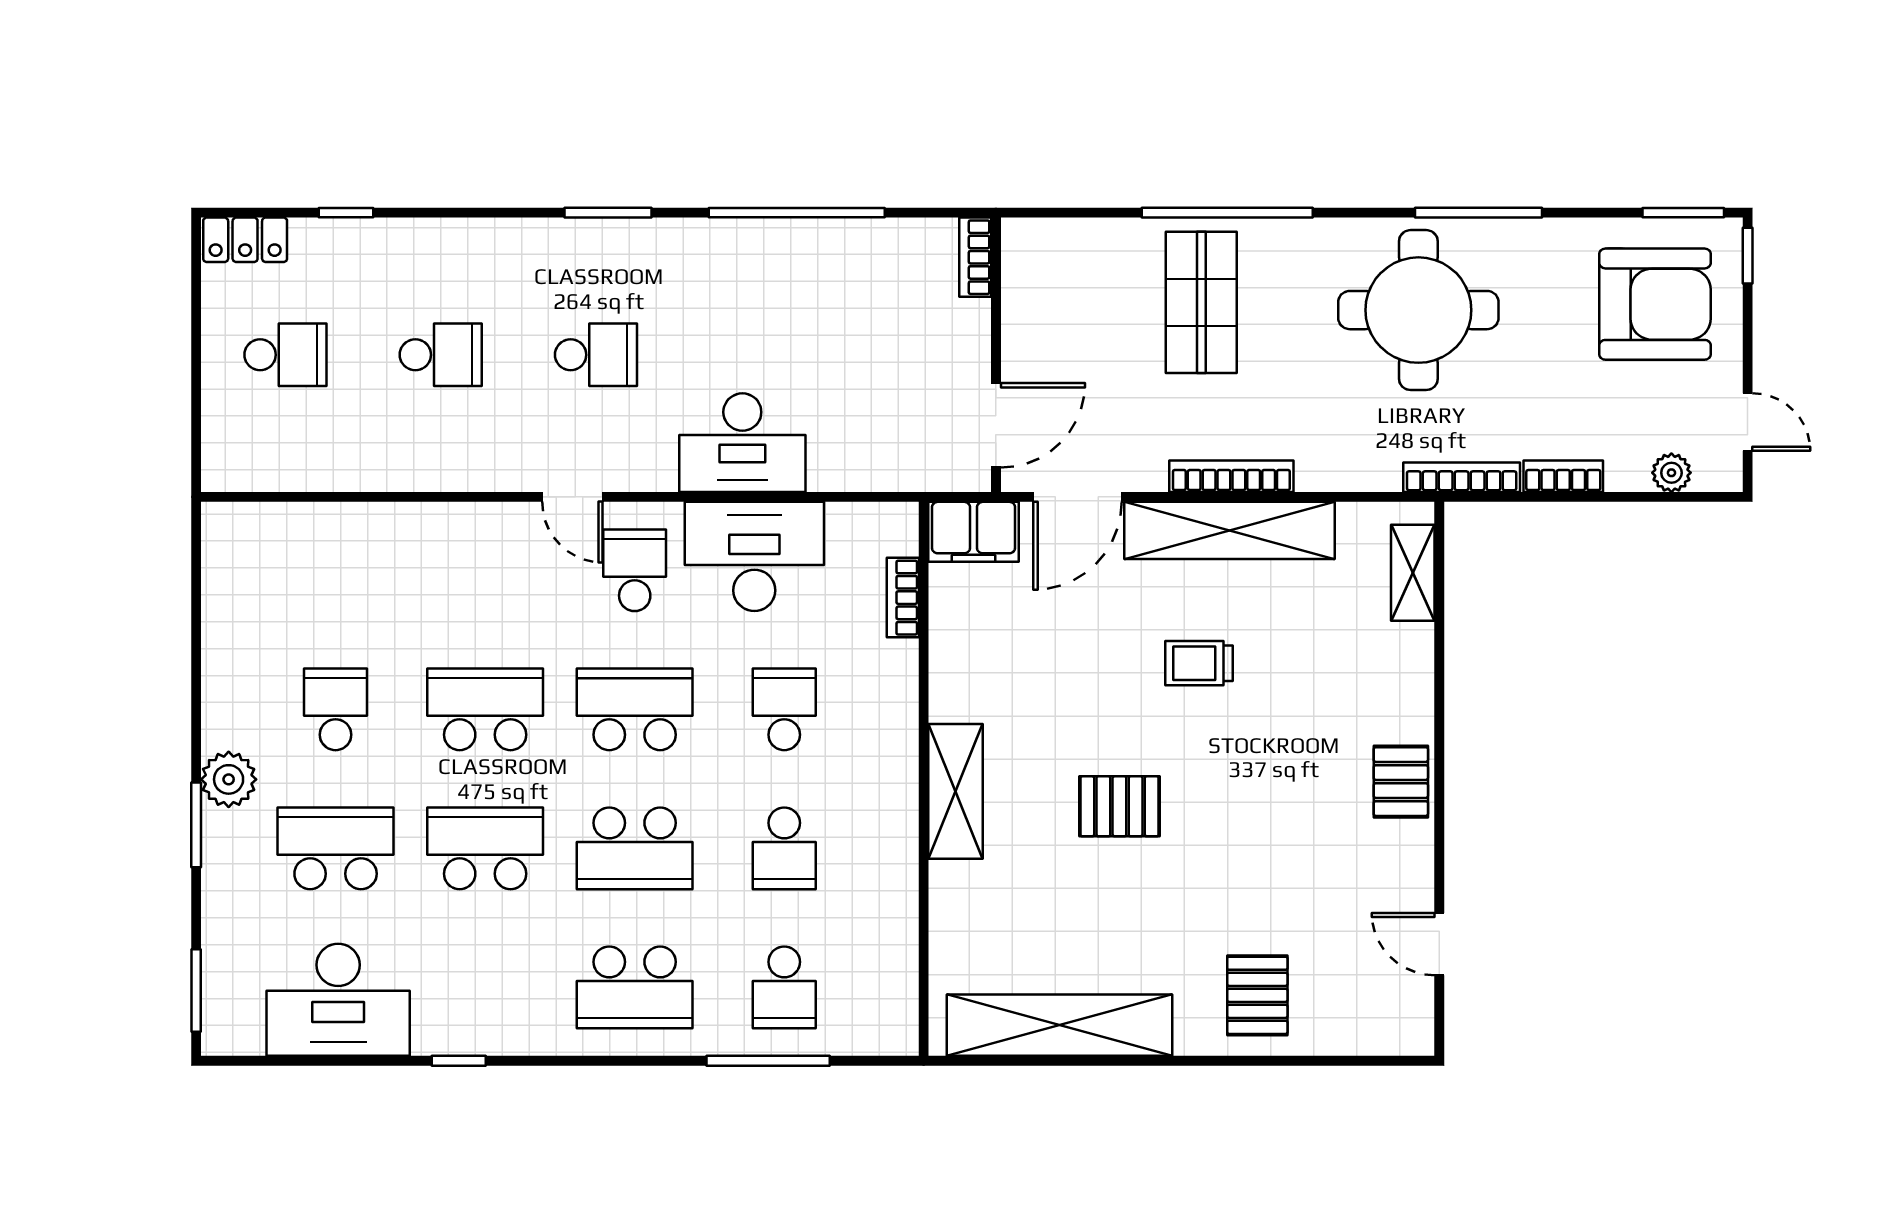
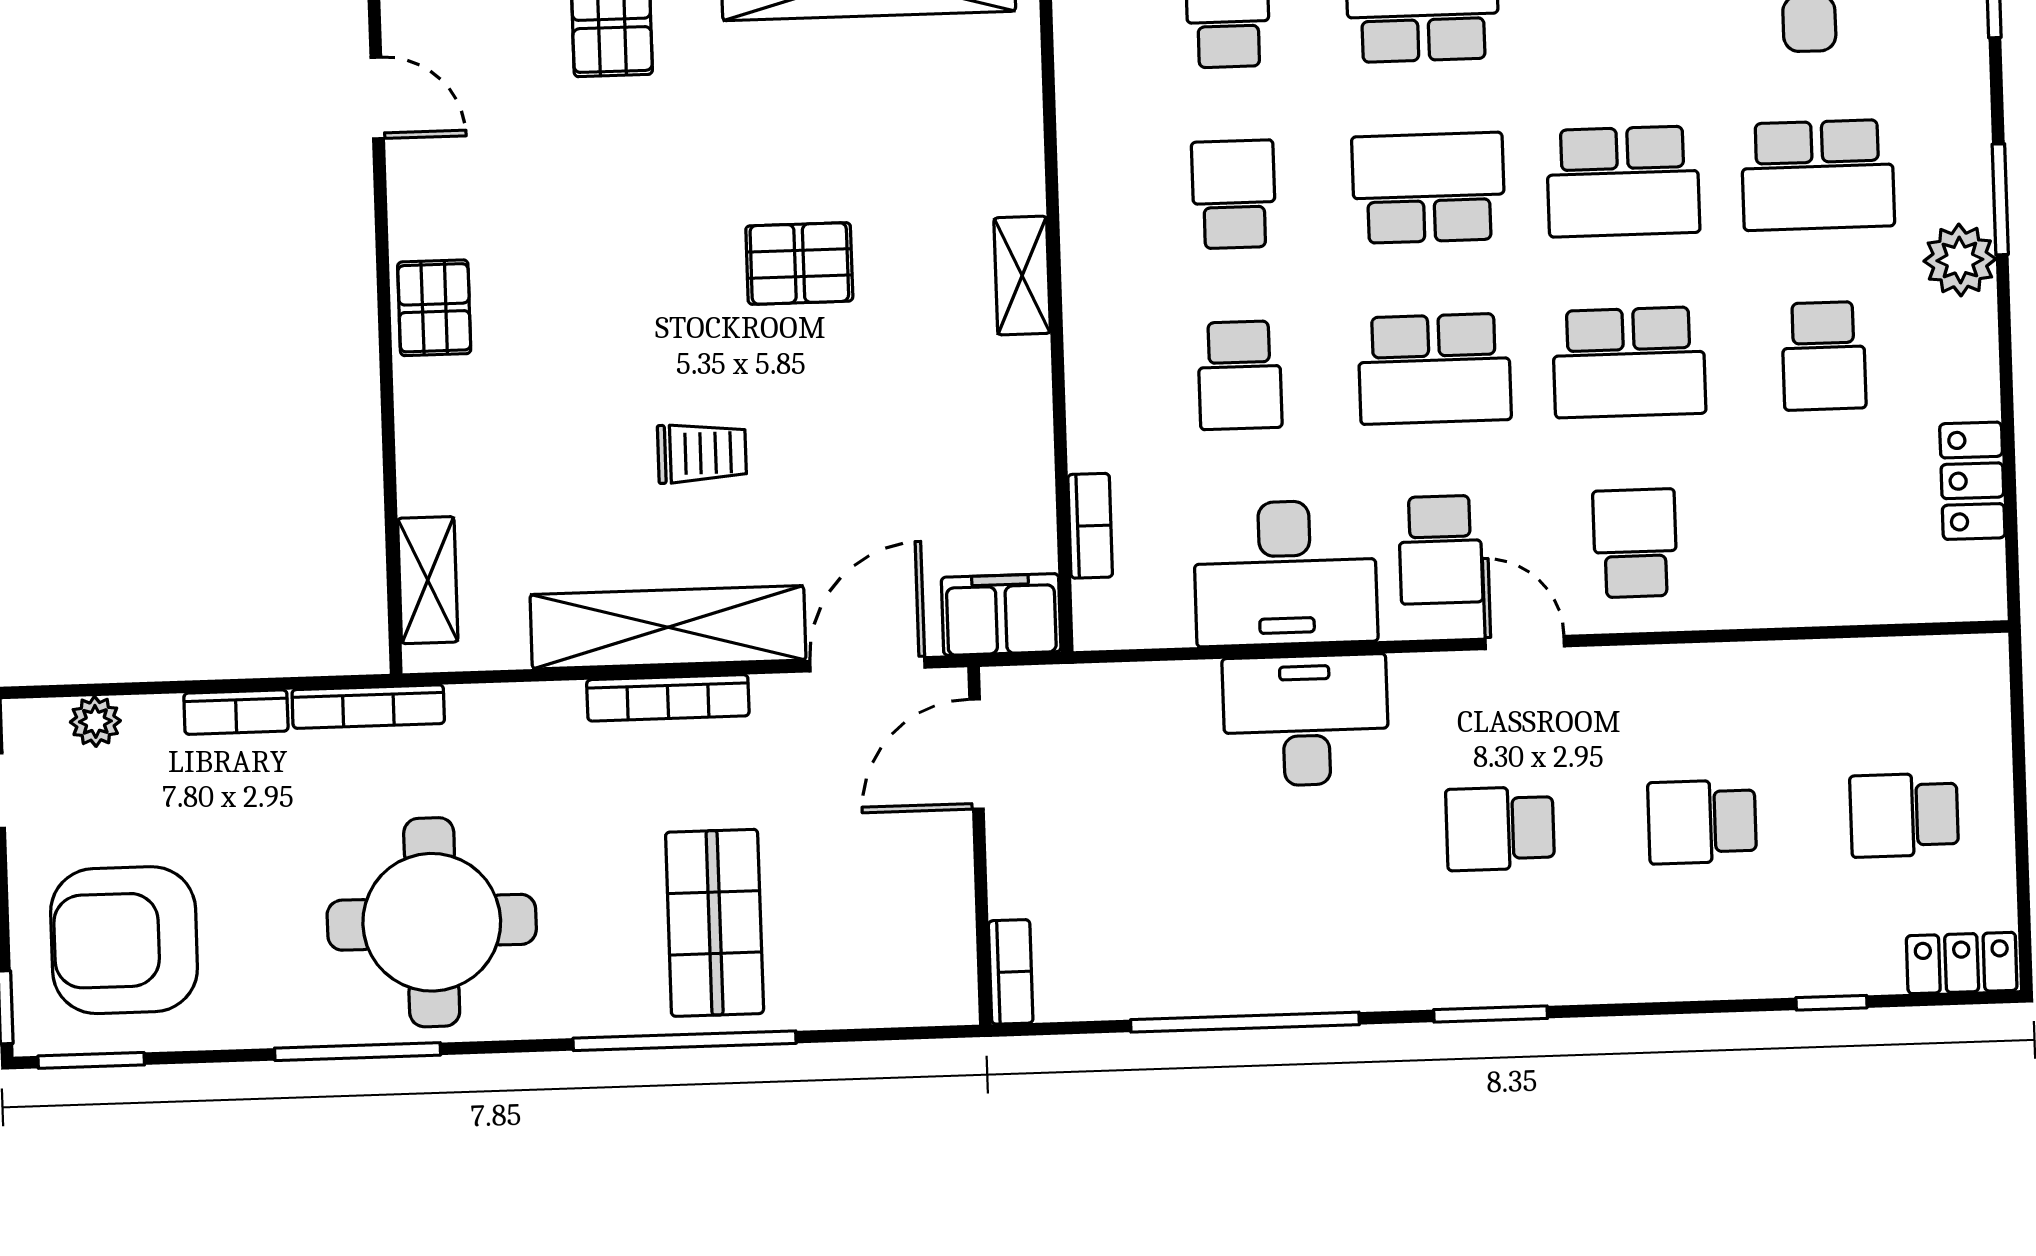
school desk: (485, 570) -> (1635, 543), added
locker: (225, 610) -> (1972, 481), added
shelving: (956, 791) -> (1022, 276), width x0.67, depth x0.75

